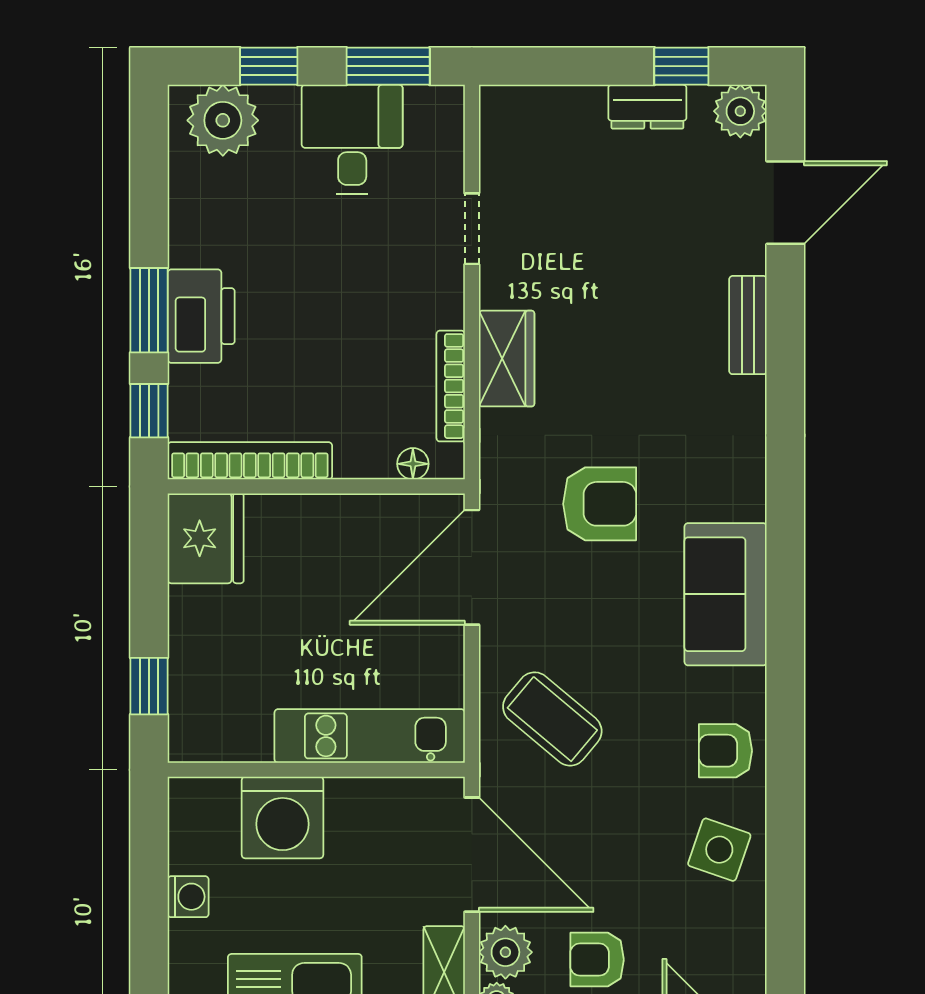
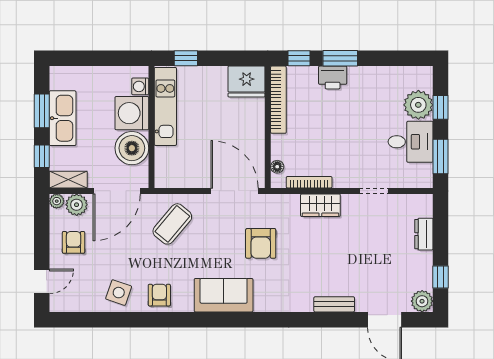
dresser: (647, 107) -> (424, 234), moved
plant: (223, 120) -> (418, 105), moved
printer: (201, 316) -> (333, 77), width x0.73, depth x0.84
kitchen unit: (370, 736) -> (165, 106), moved
boiler: (368, 817) -> (132, 148), added
washing machine: (188, 897) -> (140, 86), moved, turned 90

